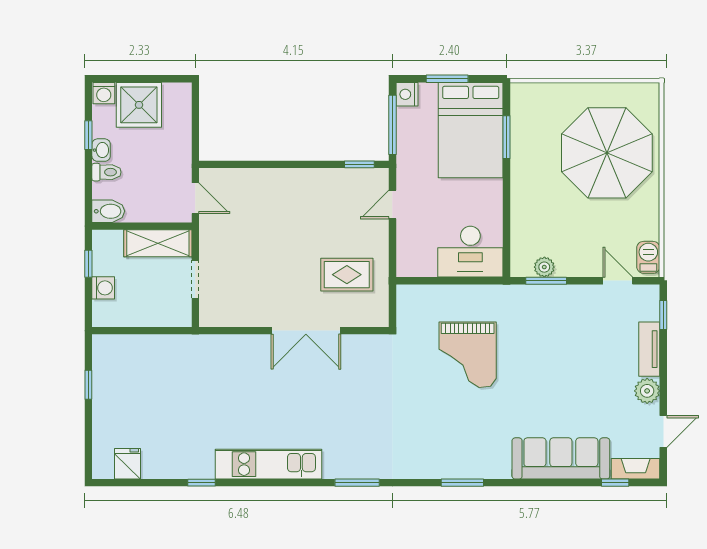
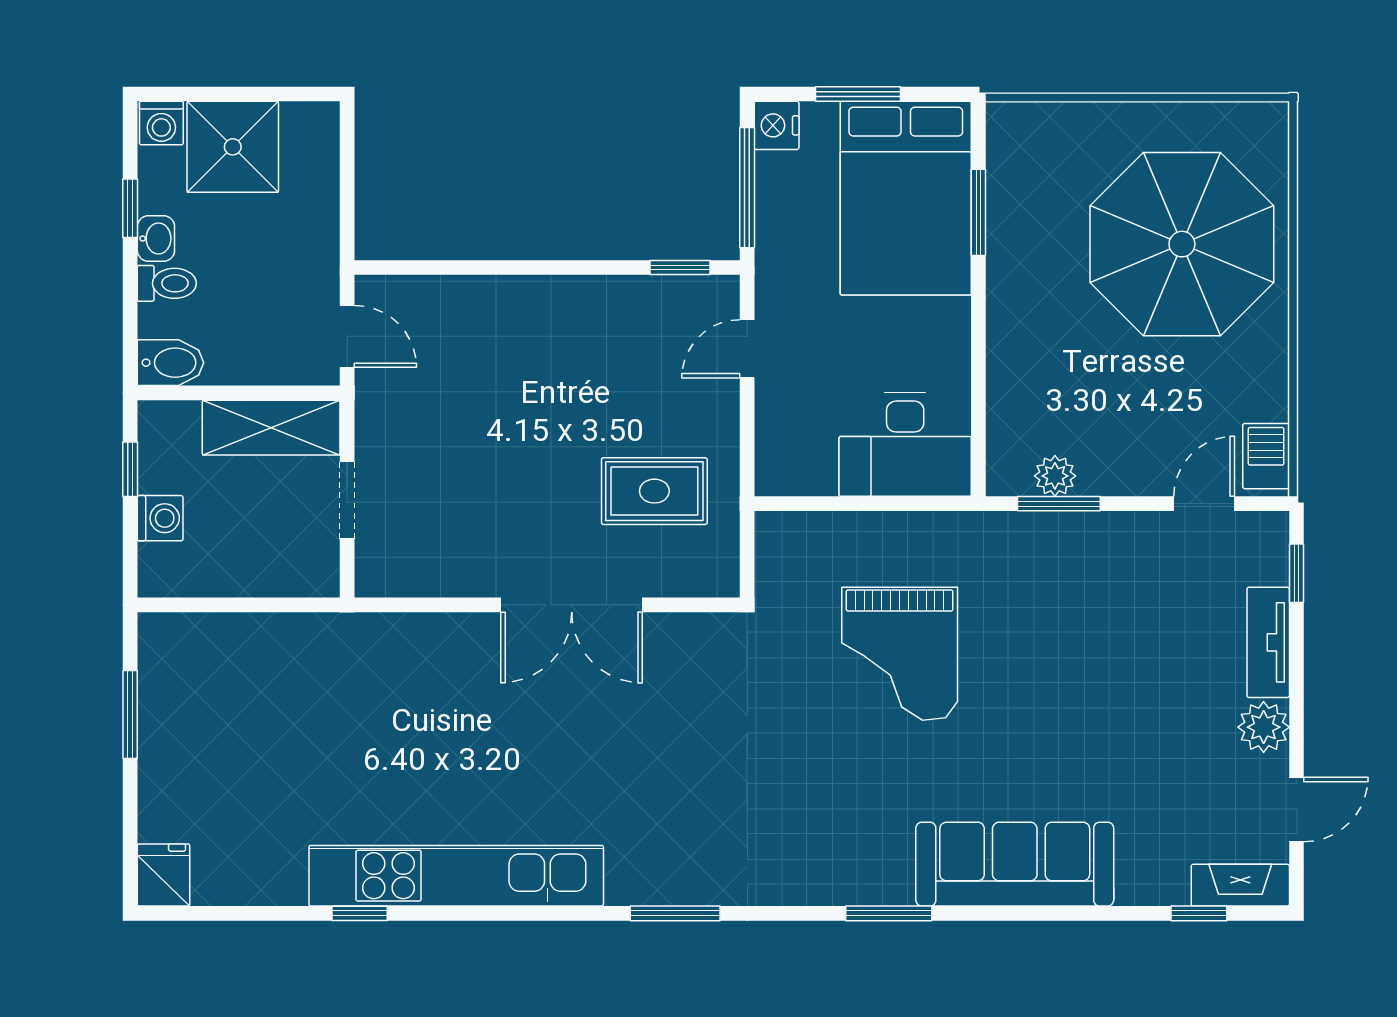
door: (618, 281) -> (1204, 504), hinge flipped
window: (88, 385) -> (130, 714), width x1.50
sofa: (561, 458) -> (1015, 864), moved
fridge: (127, 464) -> (164, 875), moved
kitchen unit: (268, 464) -> (456, 876), width x1.36

